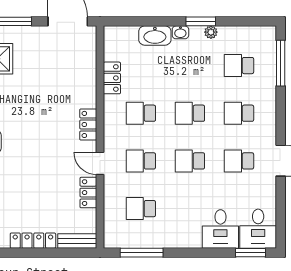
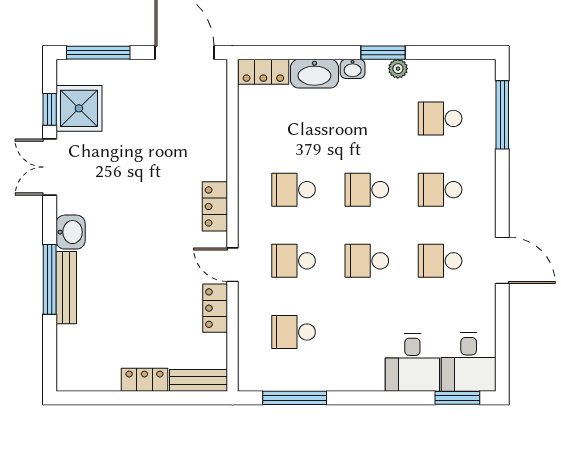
locker: (112, 78) -> (263, 72), moved, turned 90
locker: (33, 241) -> (144, 380), width x0.66

